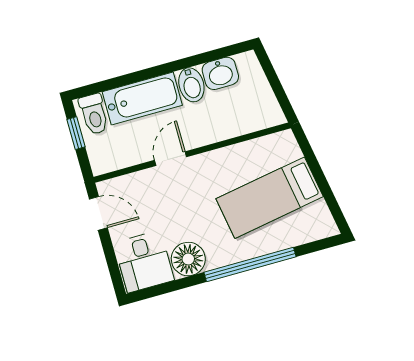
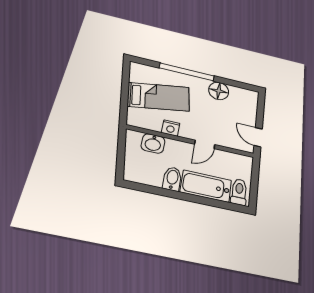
washbasin: (220, 73) -> (153, 143), moved, turned 180
window: (76, 133) -> (254, 186), removed
nightstand: (229, 158) -> (171, 128), added
desk: (144, 262) -> (243, 102), removed

